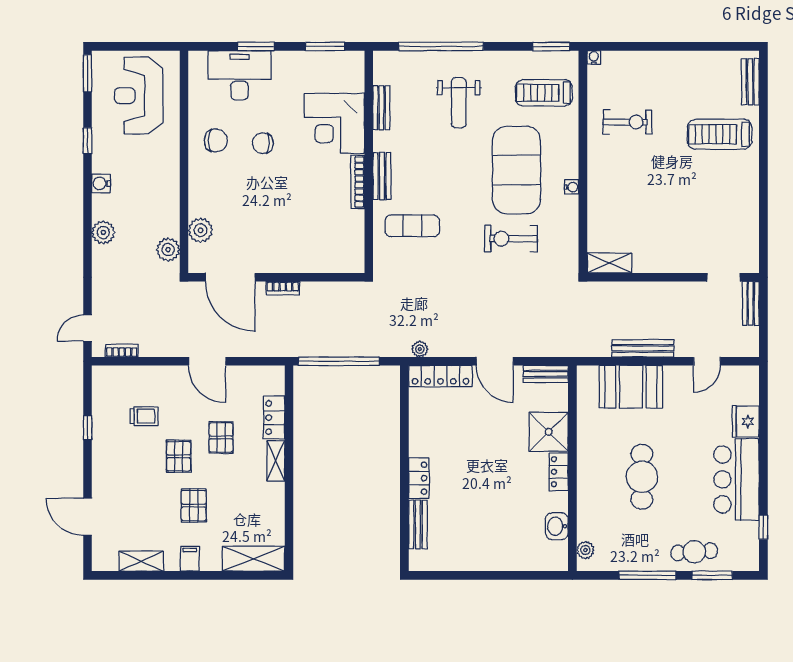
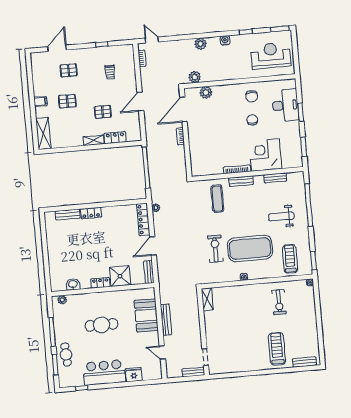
pallet: (179, 456) -> (69, 70), moved
shelving: (141, 561) -> (37, 77), removed

